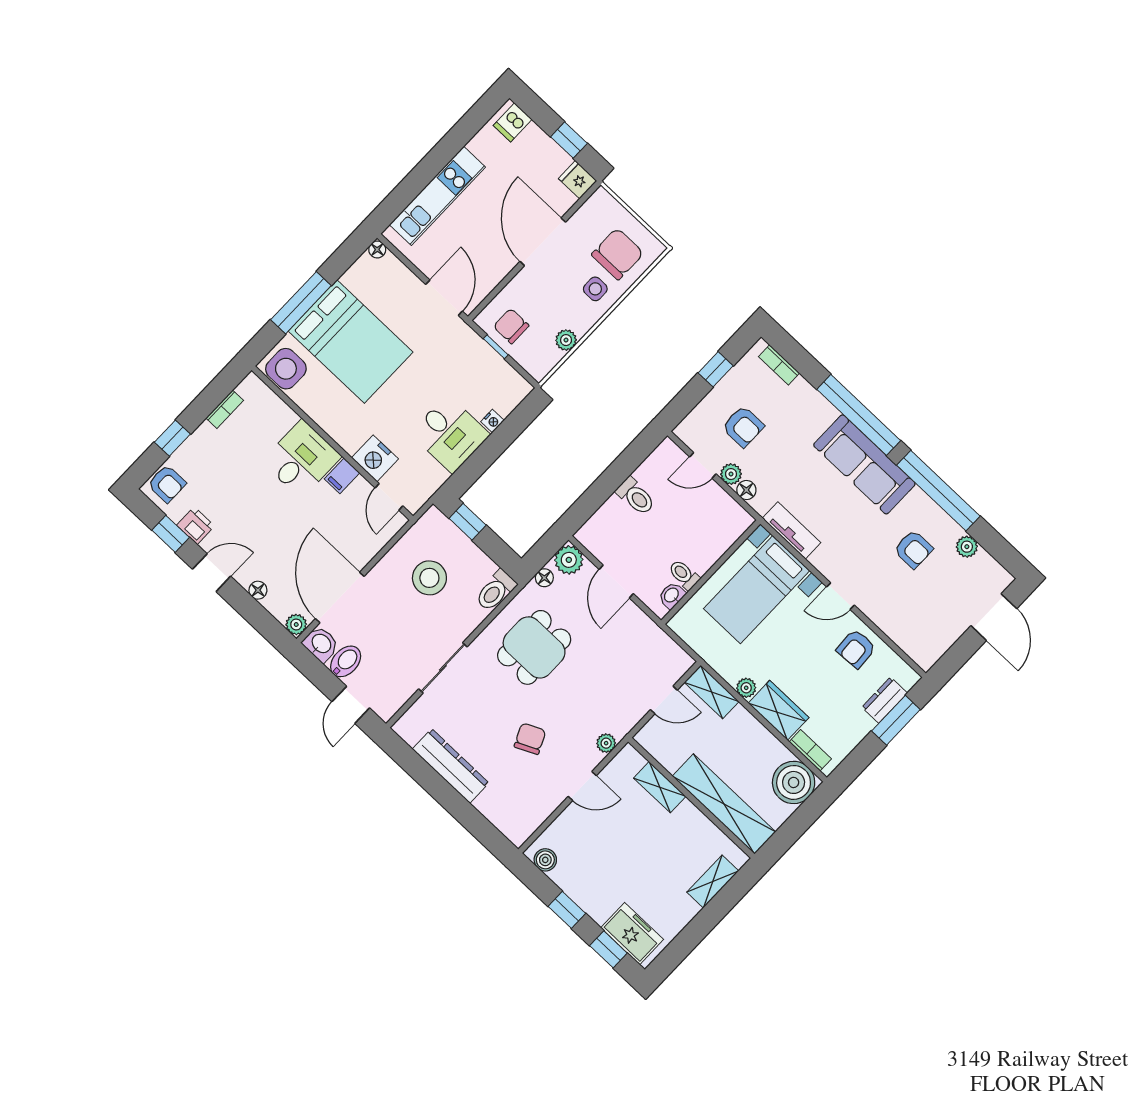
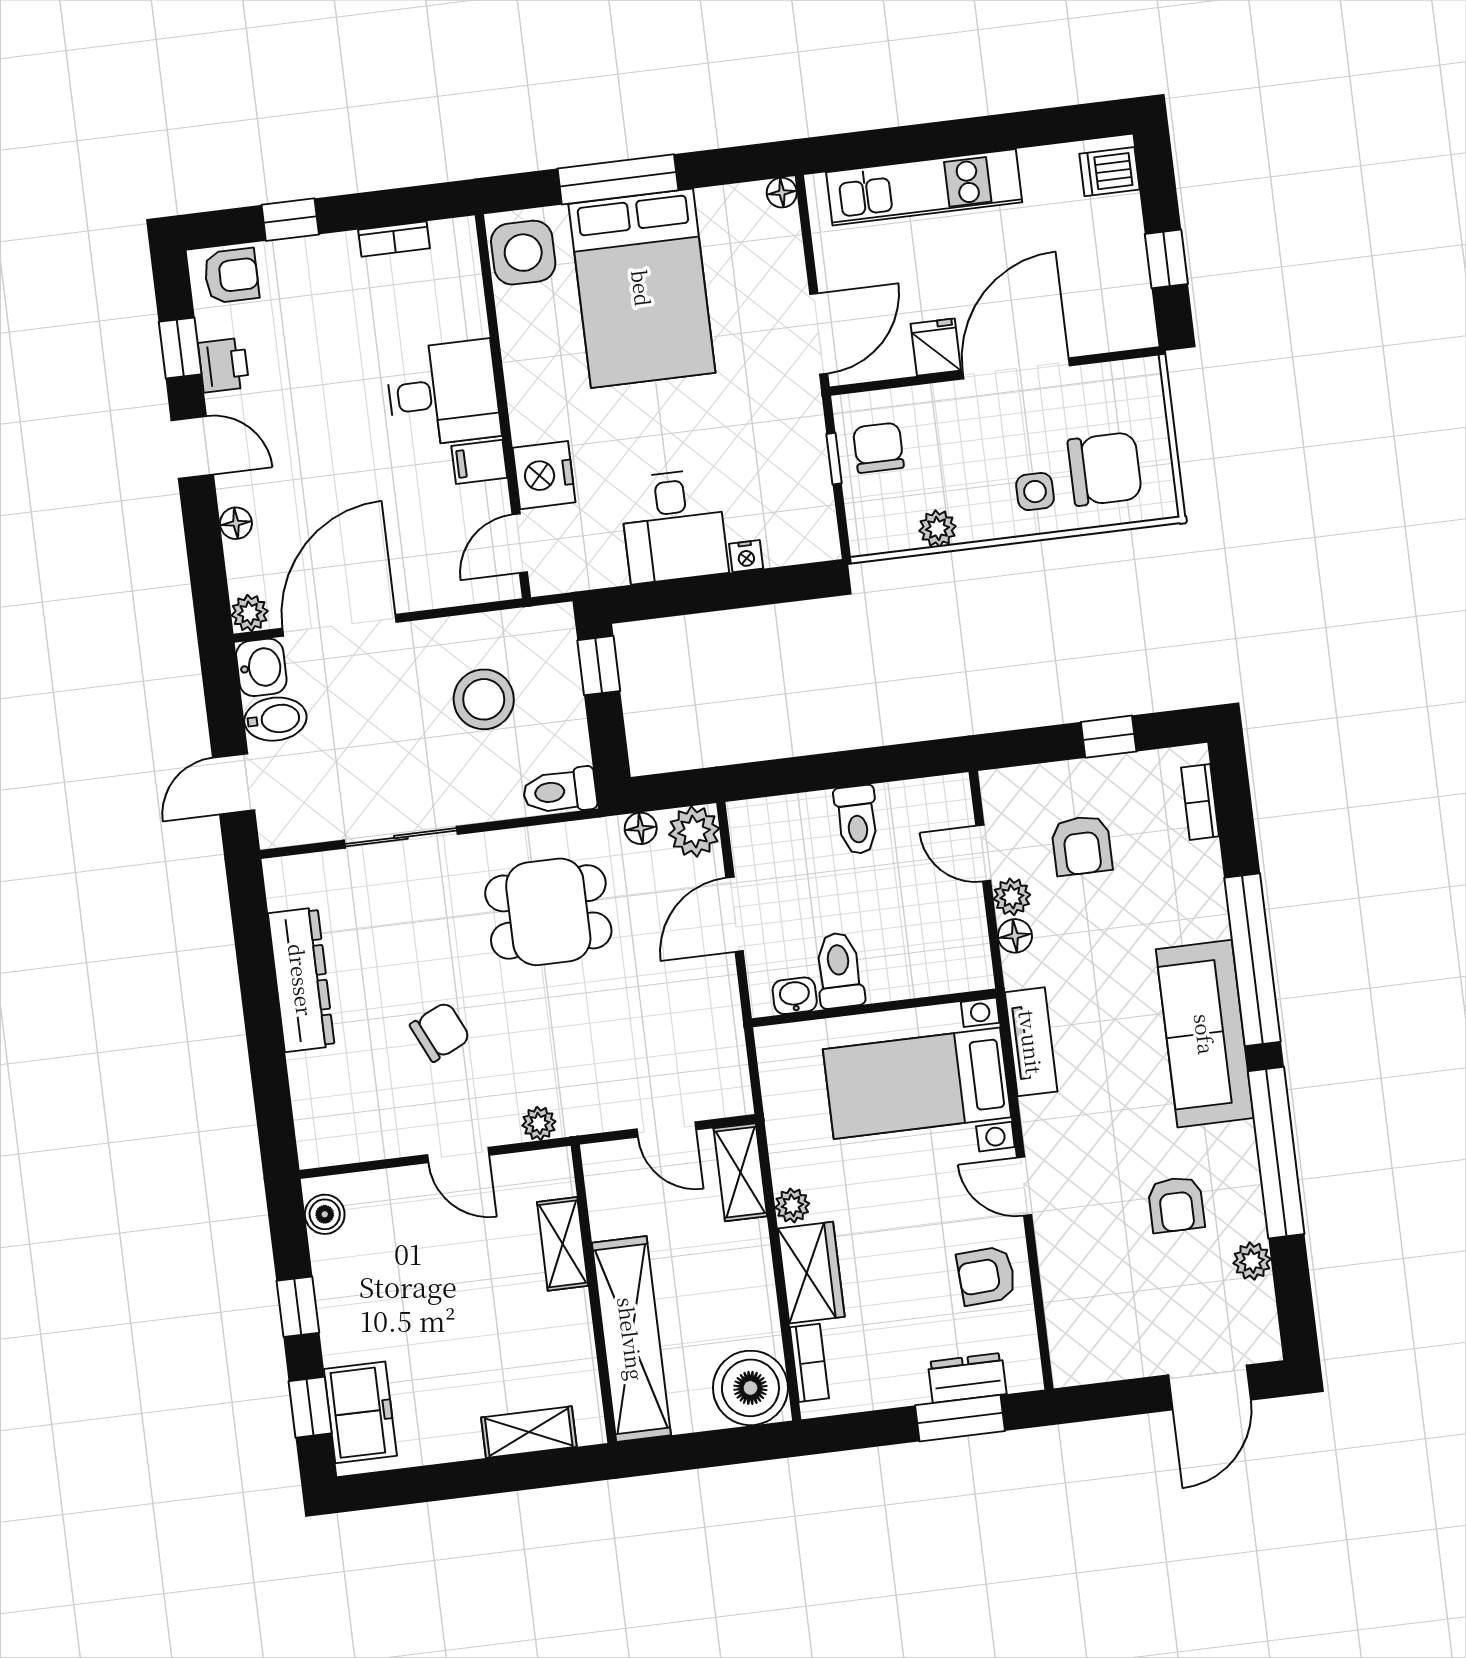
fridge: (578, 180) -> (936, 347), moved
armchair: (167, 484) -> (231, 276), turned -90
toilet: (684, 575) -> (839, 970), width x1.37, depth x1.39

